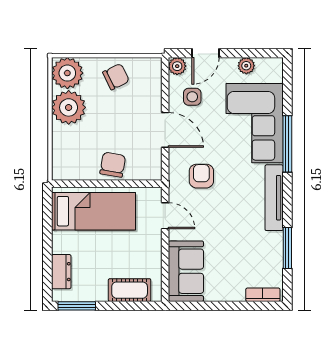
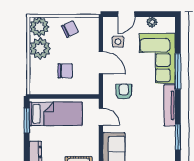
plant: (177, 66) -> (109, 22), removed
chair: (113, 165) -> (65, 71), moved, turned 80
window: (47, 222) -> (27, 120), added

